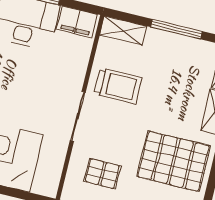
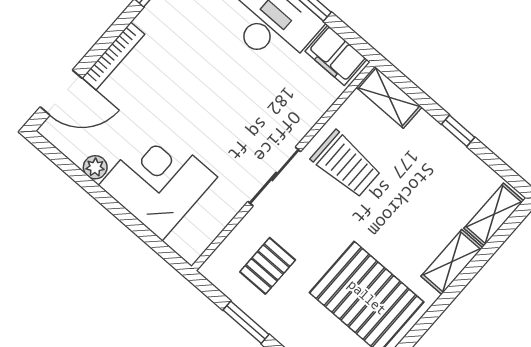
window: (176, 29) -> (458, 131), width x0.46
pallet: (102, 174) -> (268, 266), turned 90

